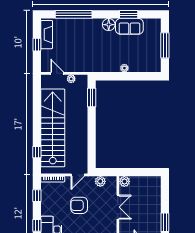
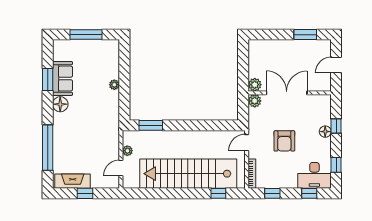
door: (78, 175) -> (247, 143), swing flipped
plant: (100, 181) -> (255, 101), moved
double door: (118, 207) -> (287, 93), width x1.37

